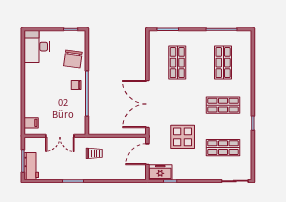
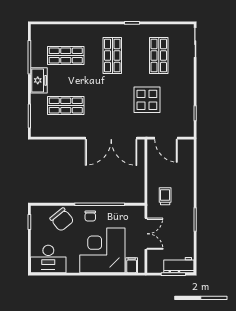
chair: (73, 59) -> (62, 220), turned 43
corner desk: (45, 96) -> (102, 250), added
freezer: (160, 172) -> (39, 80), moved, turned 180

